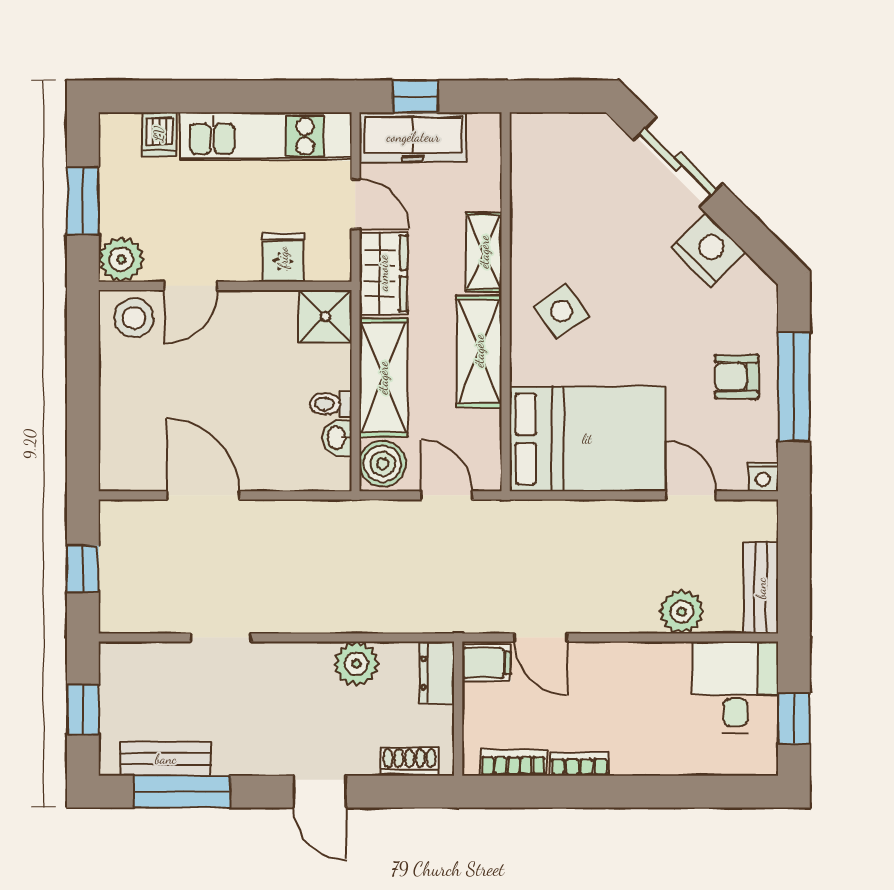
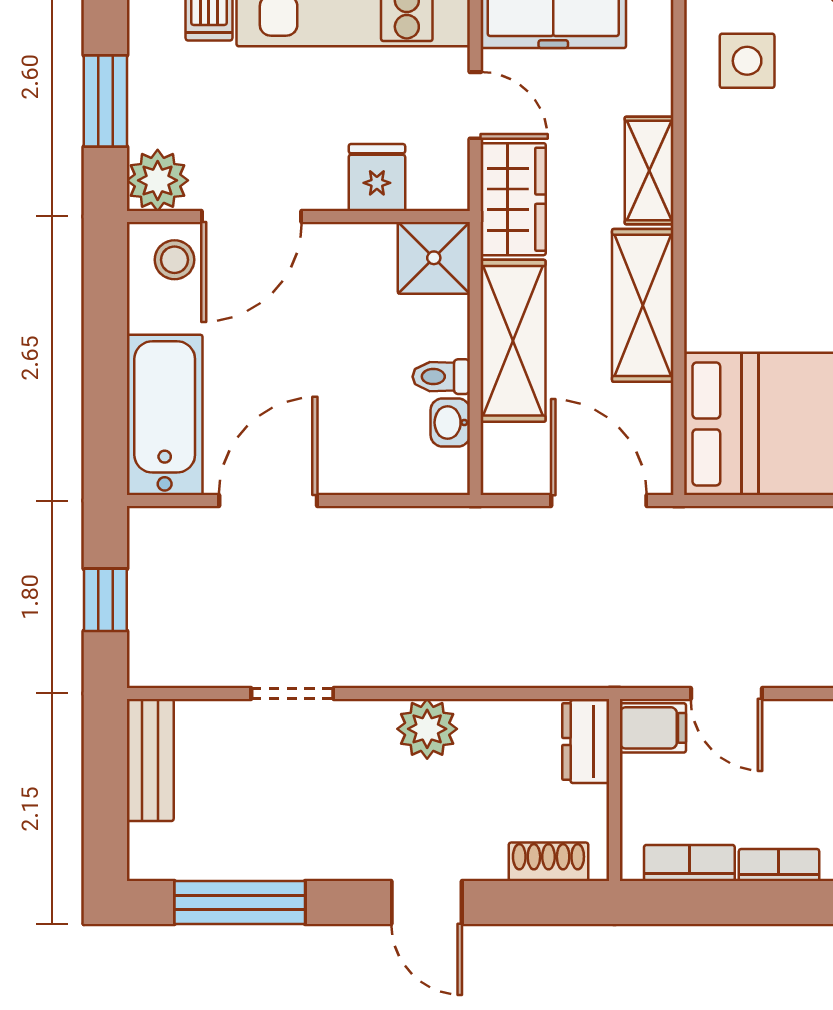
door: (191, 286) -> (252, 216), width x1.37
side table: (561, 311) -> (747, 61), moved, turned 35
stool: (134, 318) -> (174, 260), width x0.73, depth x0.73
bathtub: (127, 432) -> (165, 415), added
boiler: (383, 464) -> (512, 458), removed
door: (203, 495) -> (268, 501), hinge flipped
door: (447, 495) -> (599, 501), width x1.37
plant: (356, 664) -> (427, 729), moved
window: (83, 709) -> (105, 791), removed
bench: (166, 759) -> (150, 760), moved, turned 90

